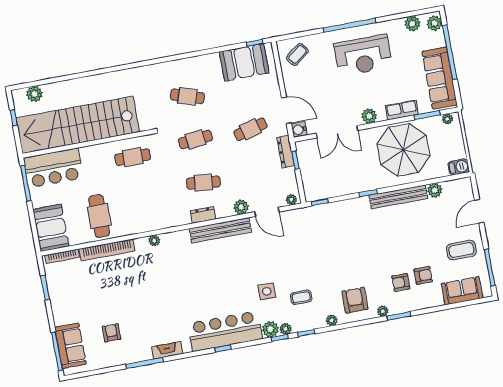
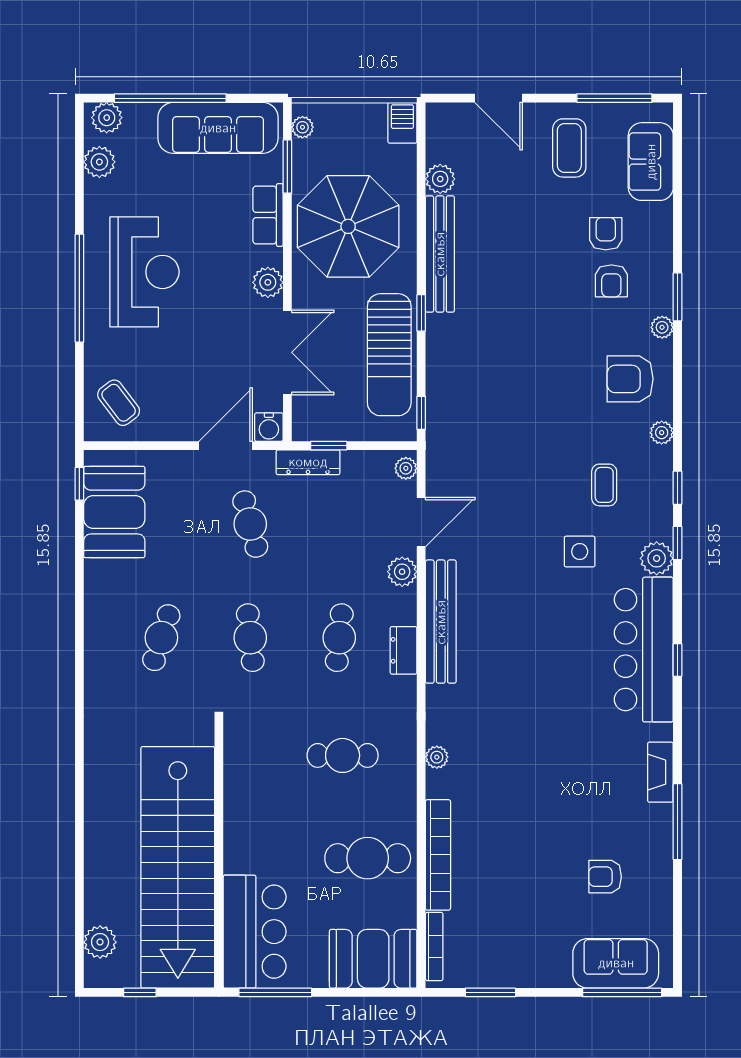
cafe table: (133, 157) -> (343, 755), moved, turned 90
sun lounger: (345, 181) -> (389, 355), added
plant: (286, 329) -> (661, 528), removed

